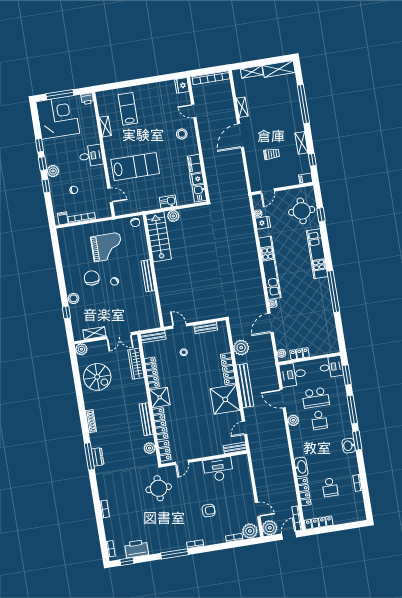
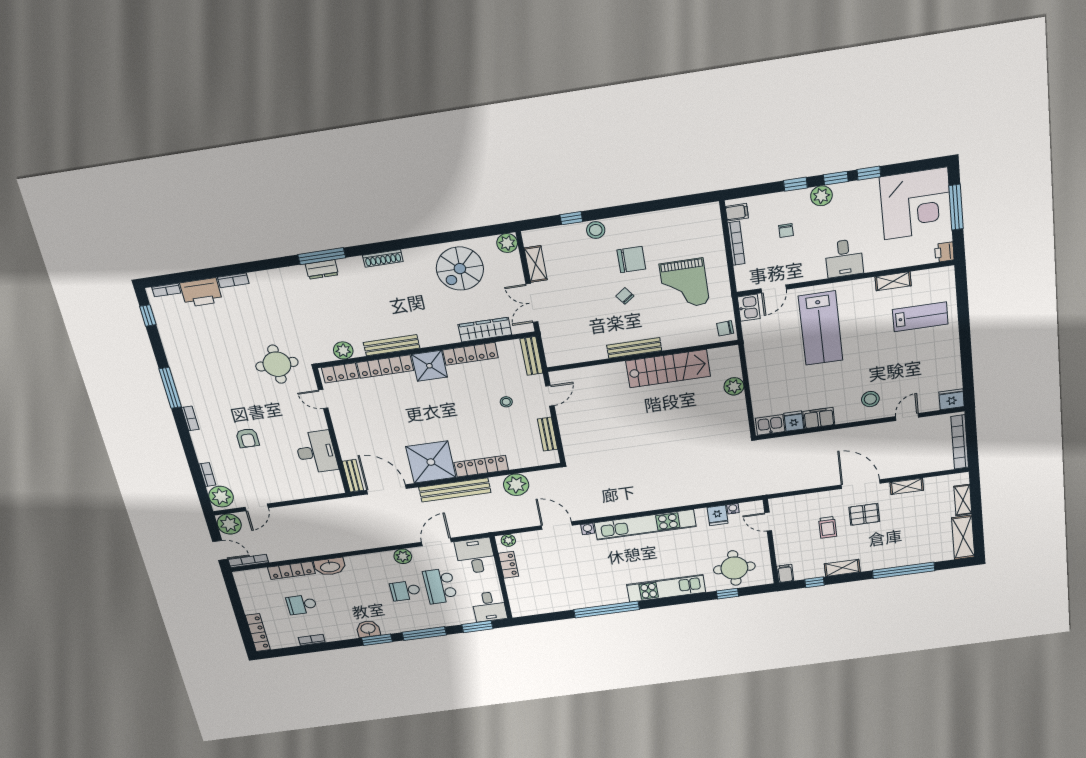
pallet: (262, 132) -> (864, 514), added
kitchen sink: (168, 202) -> (749, 308), moved
stairs: (159, 237) -> (668, 369), moved
door: (245, 428) -> (386, 489), width x1.88
locker: (319, 523) -> (258, 633), moved
printer: (137, 549) -> (201, 292), moved, turned 90

